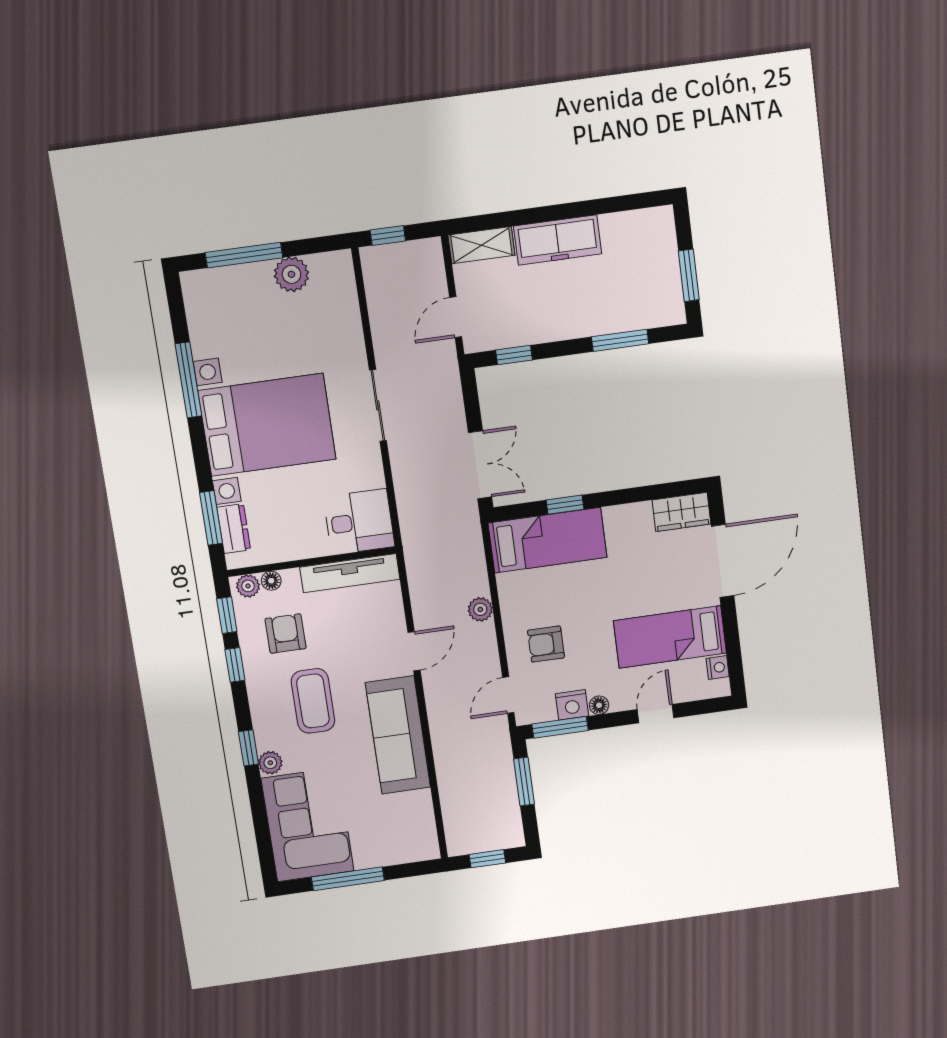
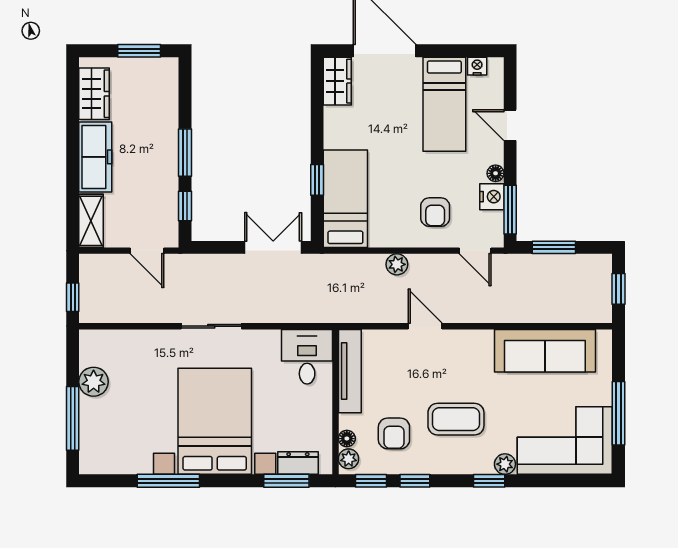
wardrobe: (632, 228) -> (94, 94), added
window: (620, 340) -> (185, 153), moved
armchair: (286, 634) -> (394, 433), turned -90
sofa: (398, 735) -> (545, 351), moved

